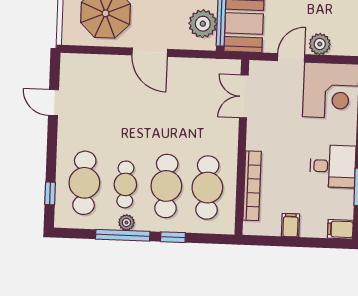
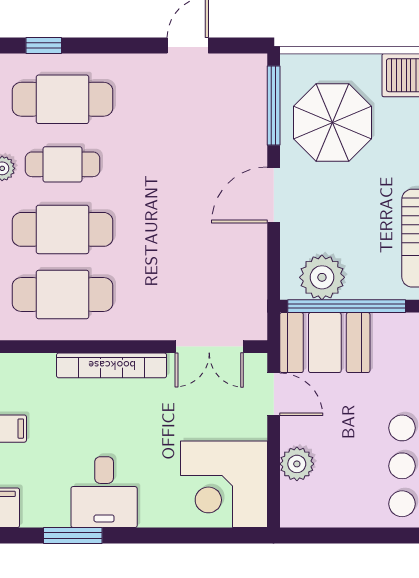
window: (93, 50) -> (274, 106), added
door: (291, 58) -> (274, 394), moved
double door: (244, 96) -> (209, 347), swing flipped
bookcase: (252, 186) -> (112, 365), moved

